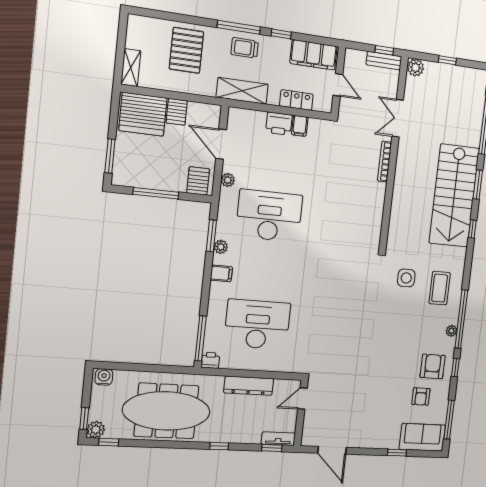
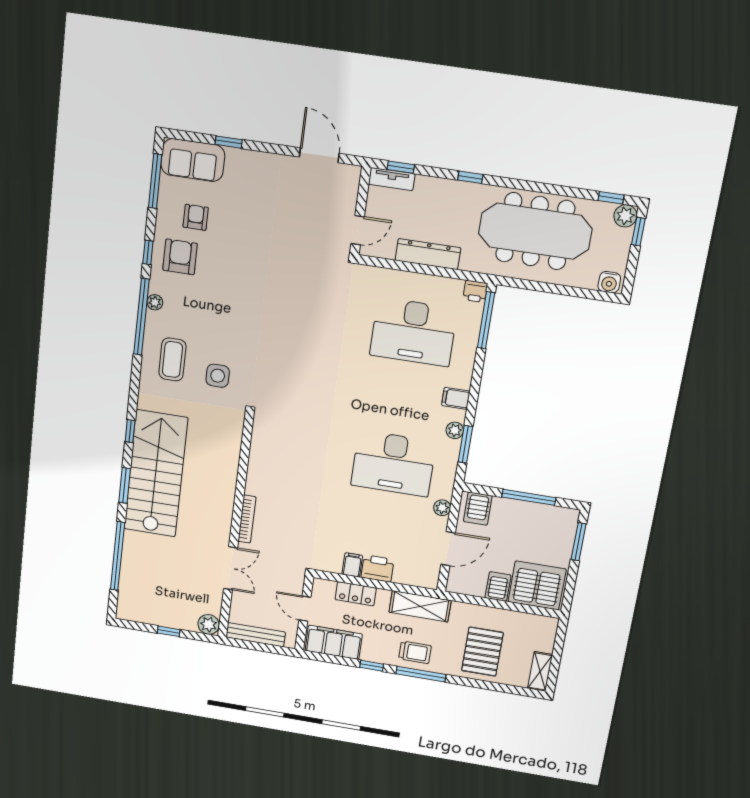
window: (384, 50) -> (247, 645), removed
bench: (384, 61) -> (256, 635), width x1.36
shelving: (131, 68) -> (540, 671), moved
door: (221, 144) -> (448, 549), hinge flipped
armchair: (433, 366) -> (180, 257), turned 180

